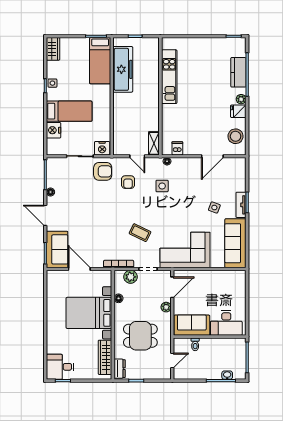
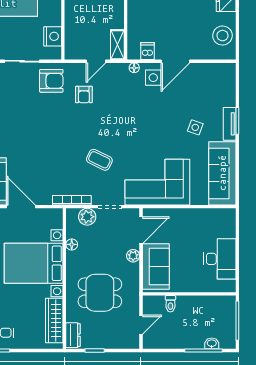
nightstand: (102, 148) -> (53, 36), moved, turned -90
door: (137, 156) -> (96, 61), hinge flipped
door: (212, 156) -> (175, 61), moved
side table: (162, 186) -> (153, 78), moved
desk: (226, 323) -> (220, 259), moved, turned -90
sofa: (192, 325) -> (156, 267), moved, turned 90

